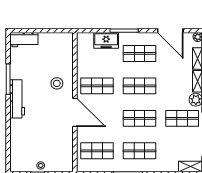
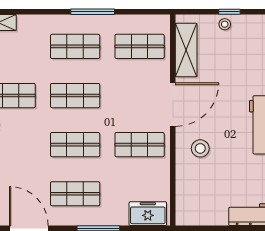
freezer: (106, 40) -> (148, 214), moved
door: (75, 112) -> (173, 105), swing flipped
shelving: (66, 148) -> (186, 50), added

